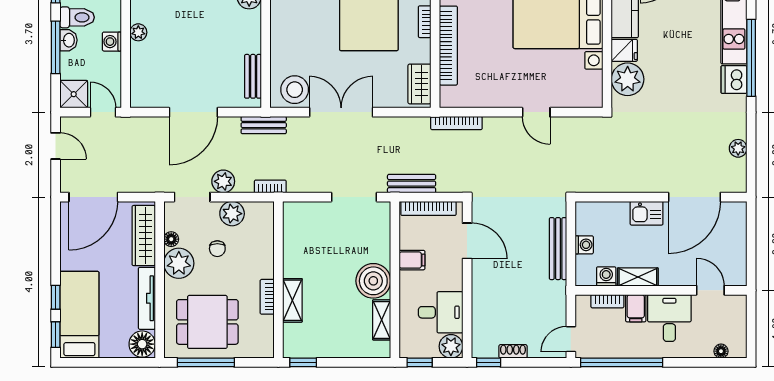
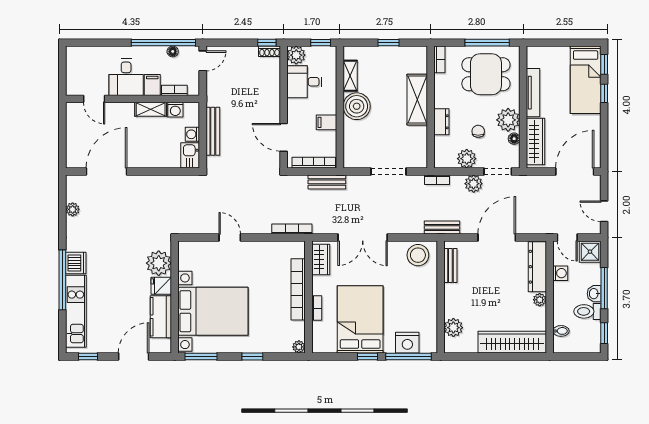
washing machine: (112, 42) -> (560, 273), moved
dresser: (141, 75) -> (537, 267), added
double door: (341, 112) -> (363, 238), moved
doorway: (354, 197) -> (388, 171), moved
kitchen sink: (647, 213) -> (190, 155), moved, turned -90
dresser: (265, 261) -> (441, 122), added
bookcase: (267, 297) -> (439, 59), moved
shelving: (292, 300) -> (417, 100), width x1.50, depth x1.33
floor lamp: (142, 344) -> (537, 57), removed
shoe rack: (513, 351) -> (269, 51), moved
floor lamp: (721, 351) -> (173, 51), moved
window: (303, 362) -> (388, 43), moved

